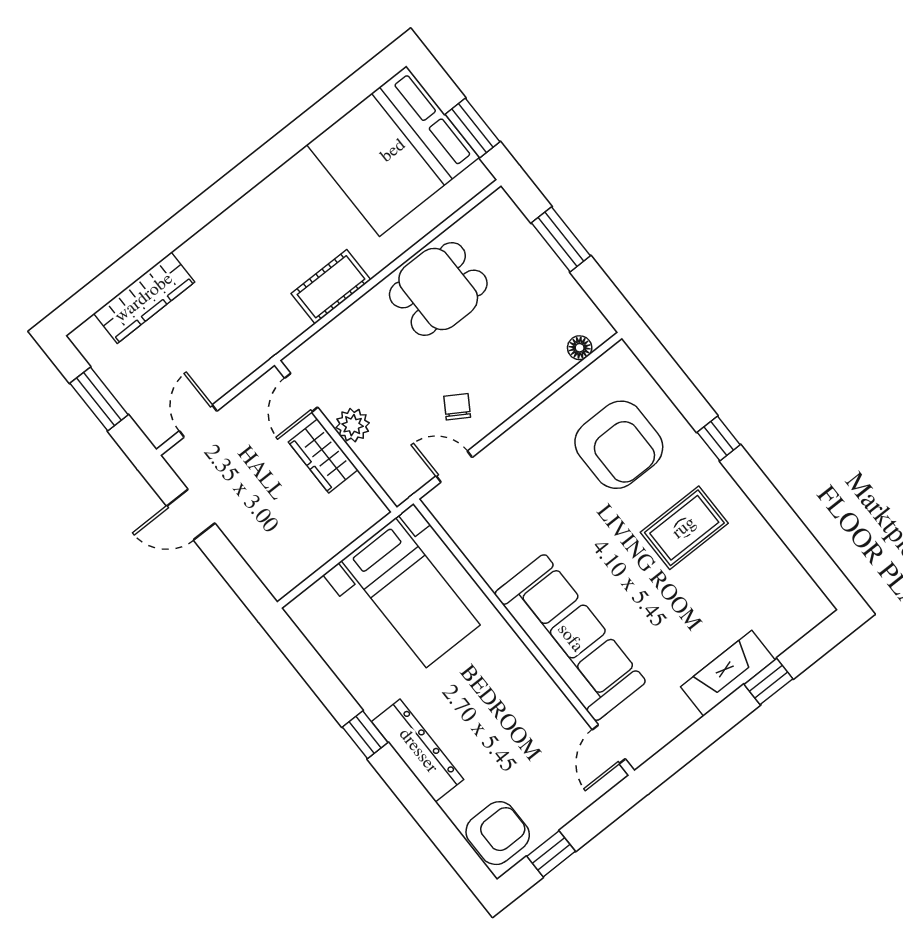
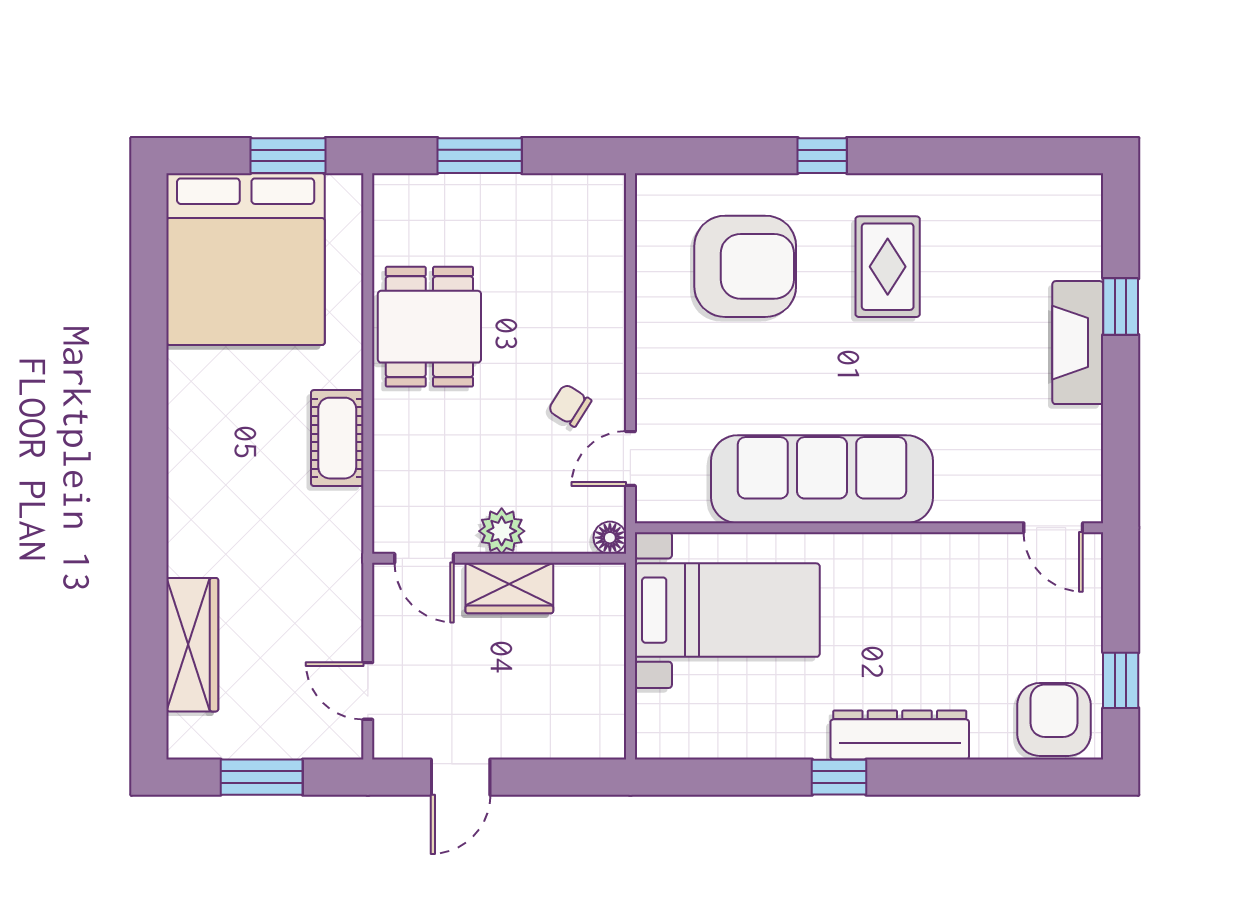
floor lamp: (580, 348) -> (610, 538), moved
sofa: (570, 638) -> (822, 479), moved

